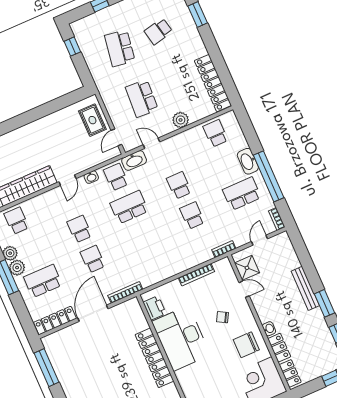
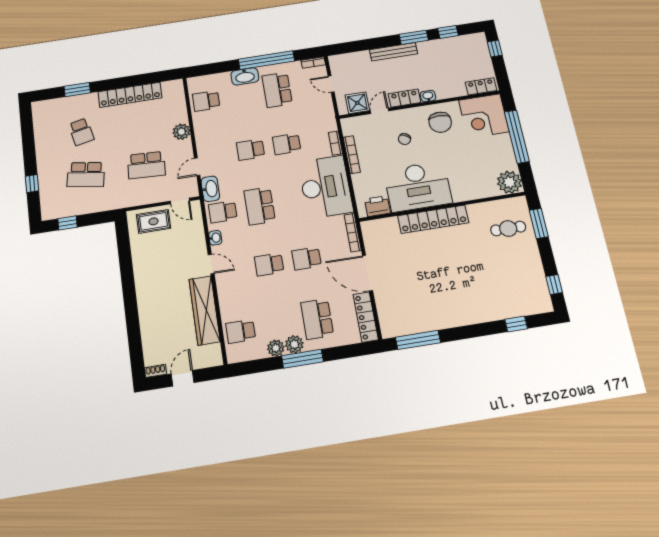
locker: (213, 83) -> (130, 95), moved
bookcase: (224, 249) -> (336, 143), moved
desk: (161, 259) -> (326, 187), added
locker: (279, 348) -> (405, 98), moved

